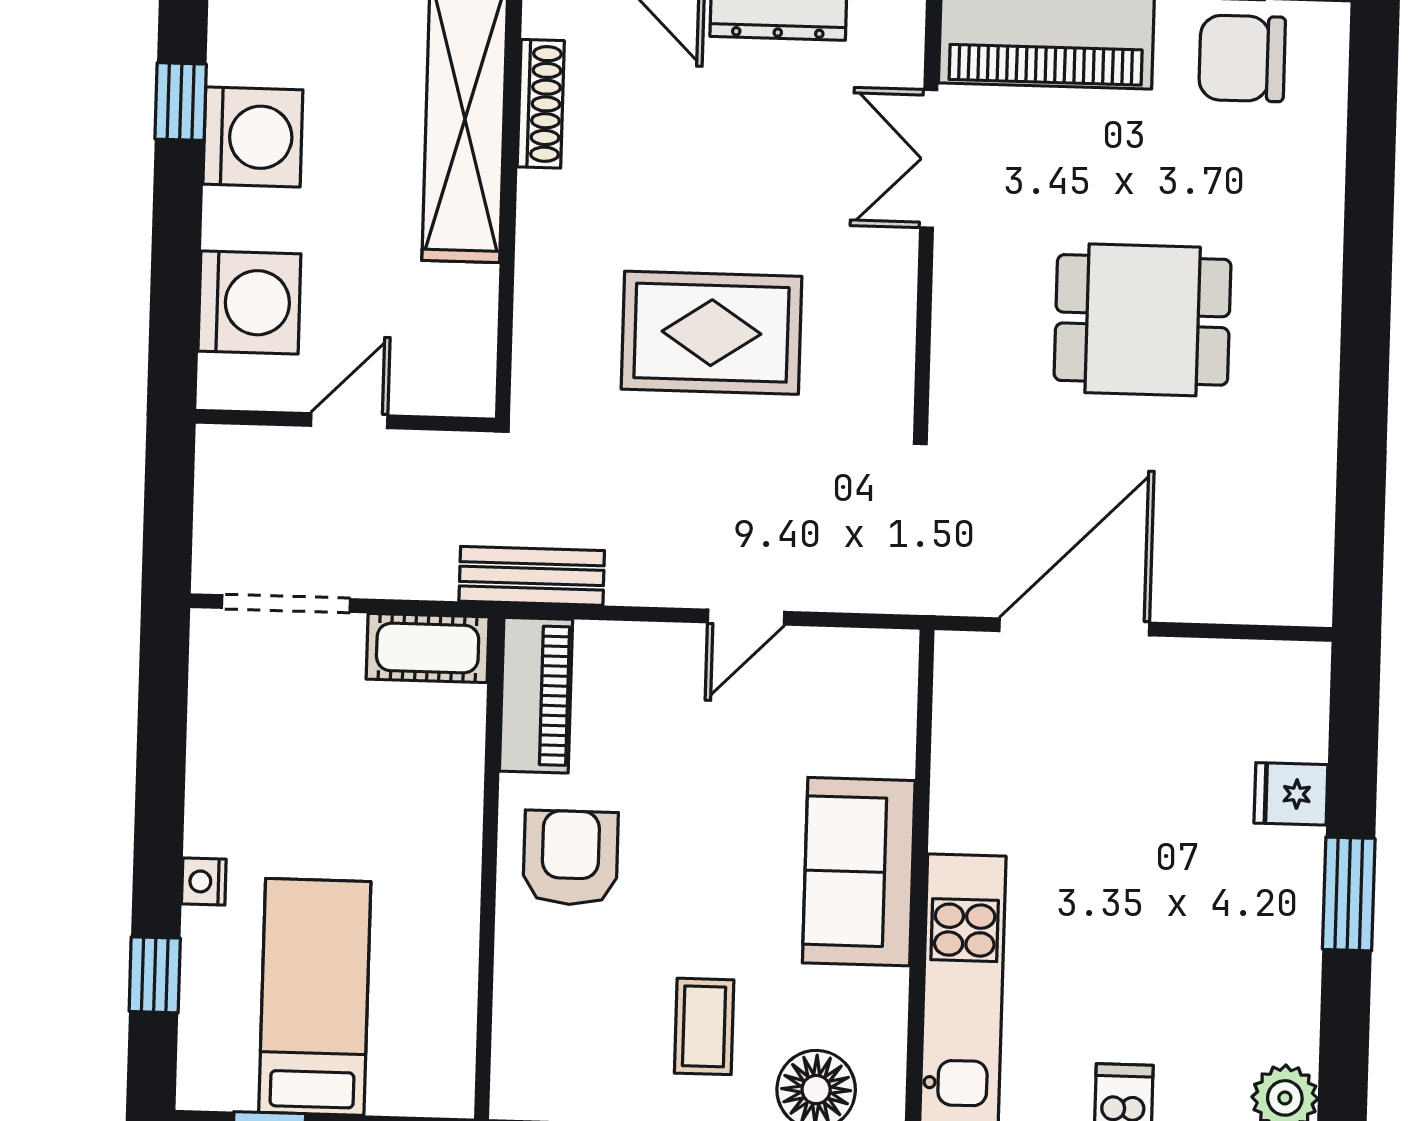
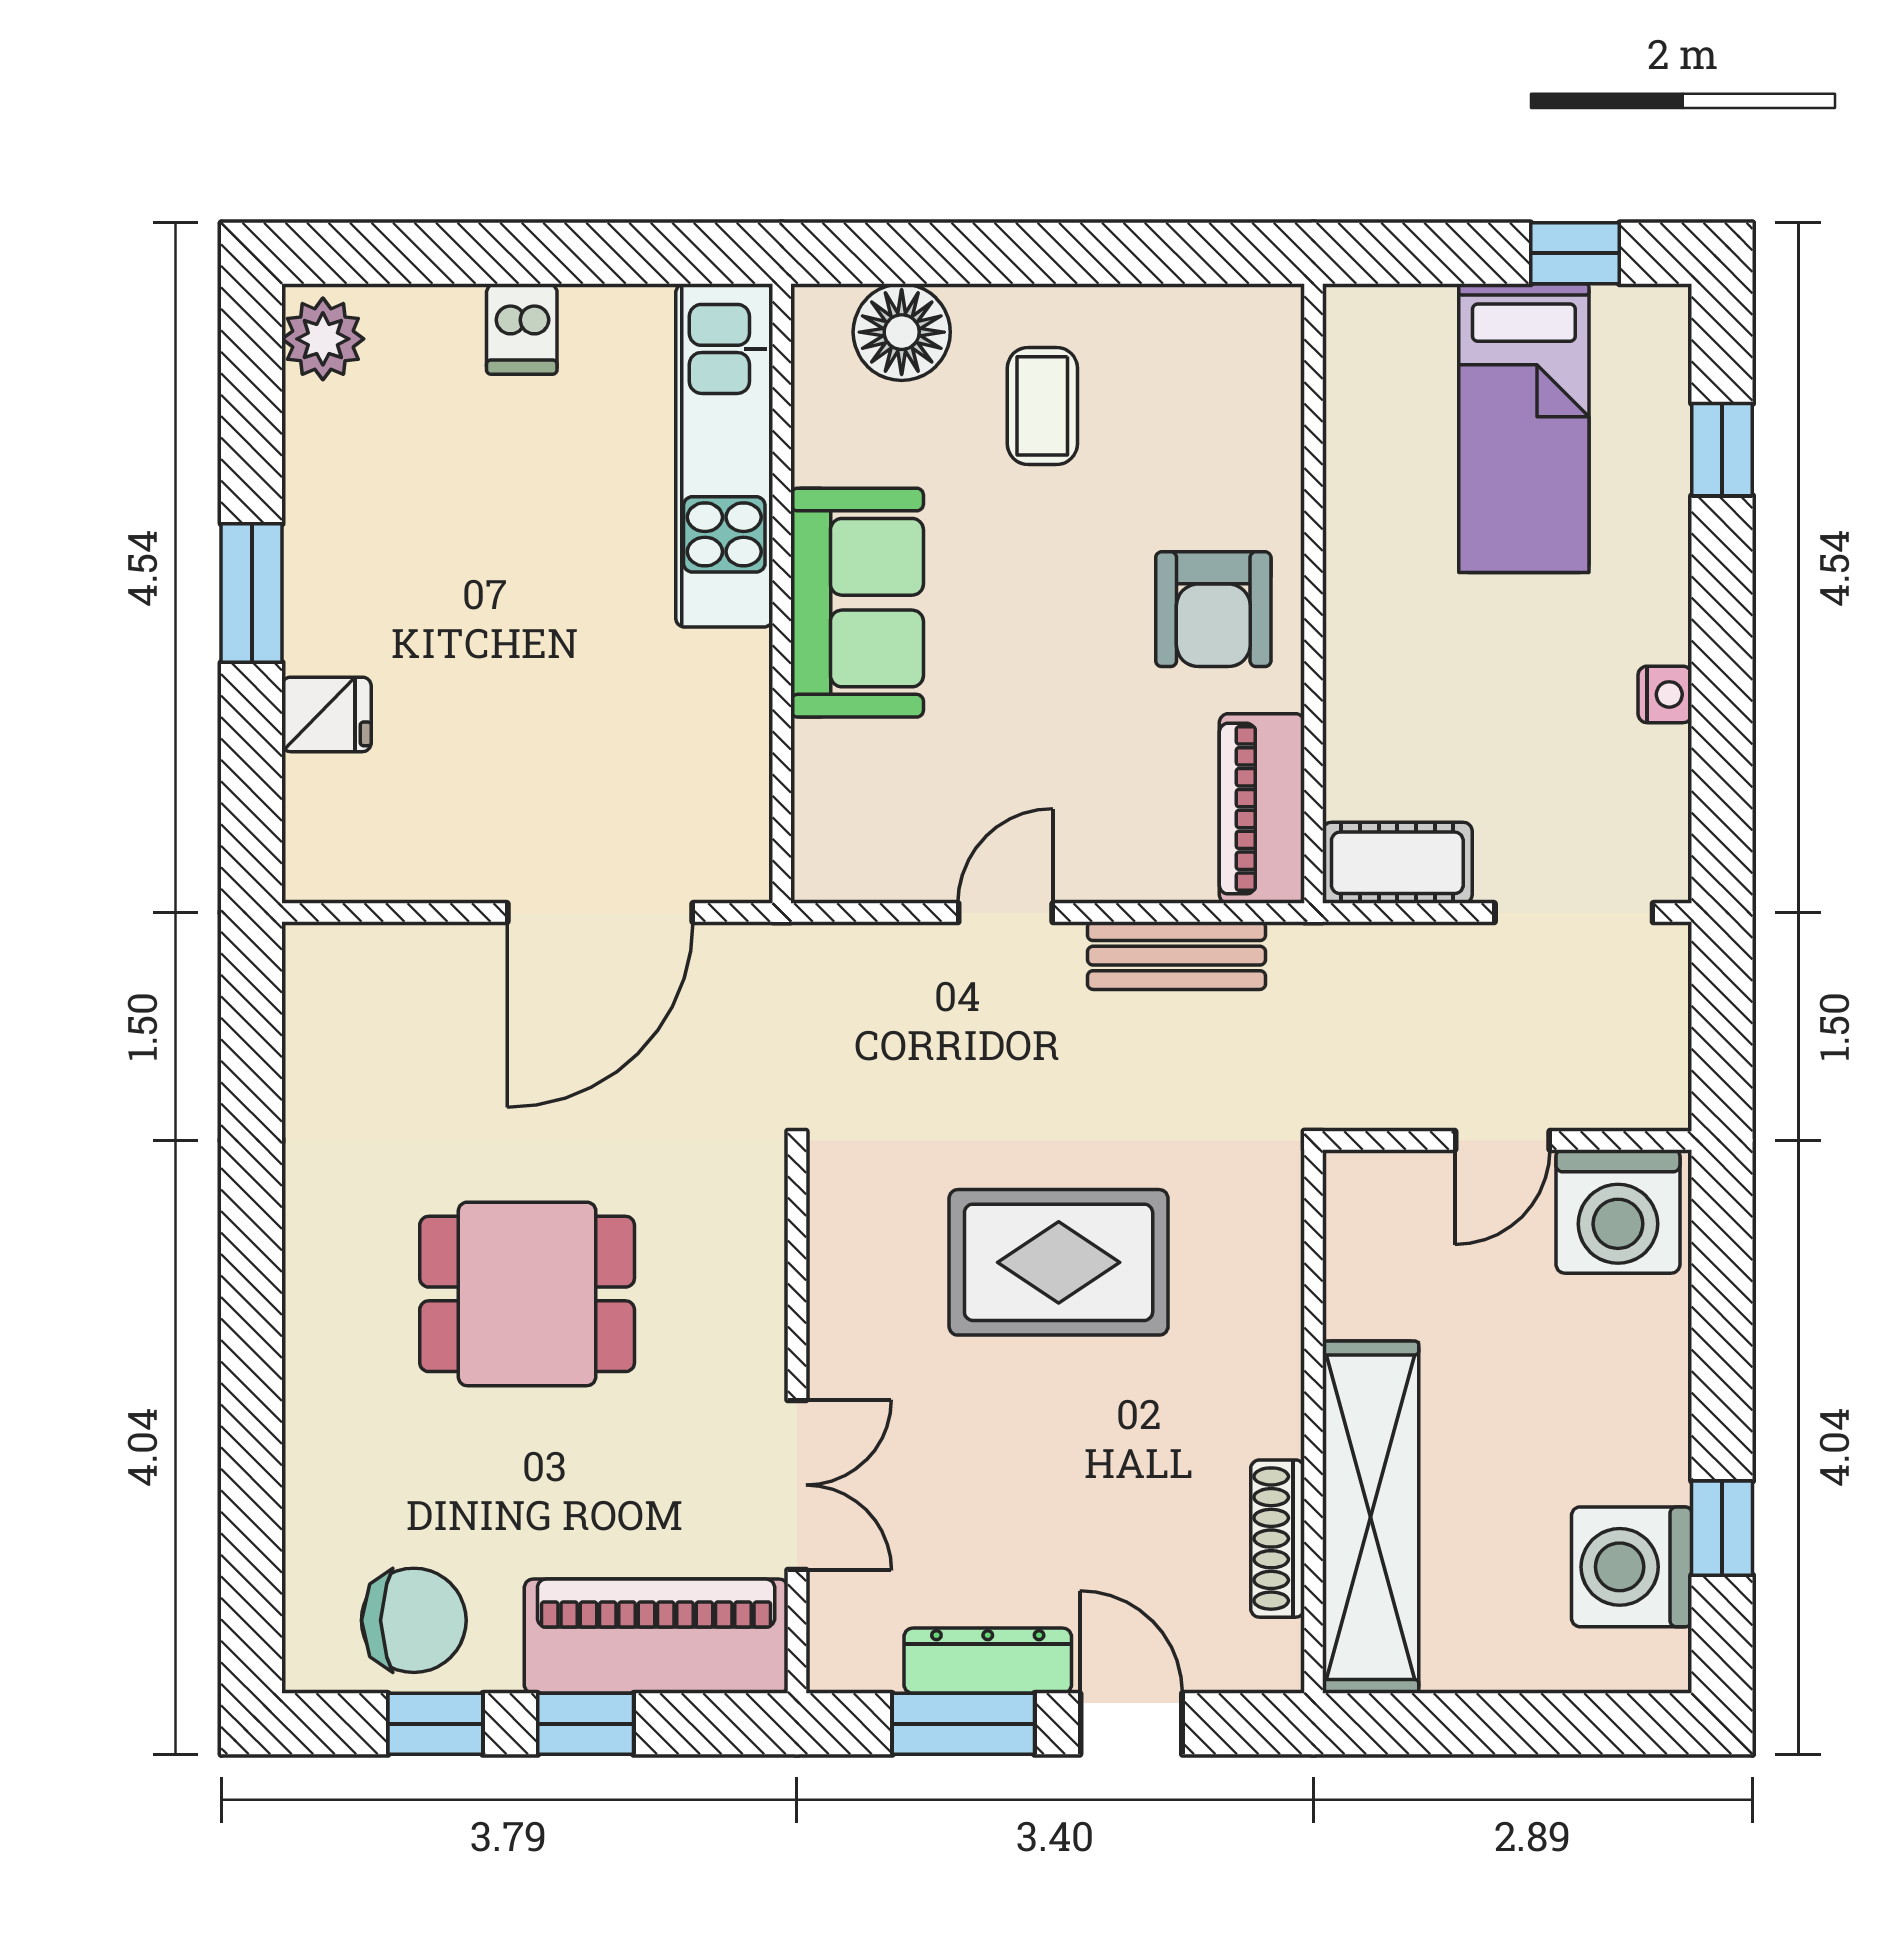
washing machine: (253, 137) -> (1632, 1567), moved
washing machine: (249, 302) -> (1618, 1211), moved, turned -90
bench: (532, 576) -> (1177, 956), moved
nightstand: (204, 882) -> (1665, 694), moved

